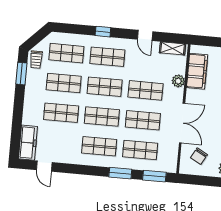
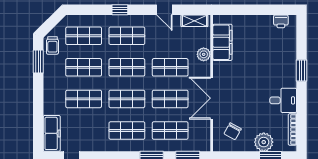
double door: (182, 123) -> (212, 98), swing flipped

